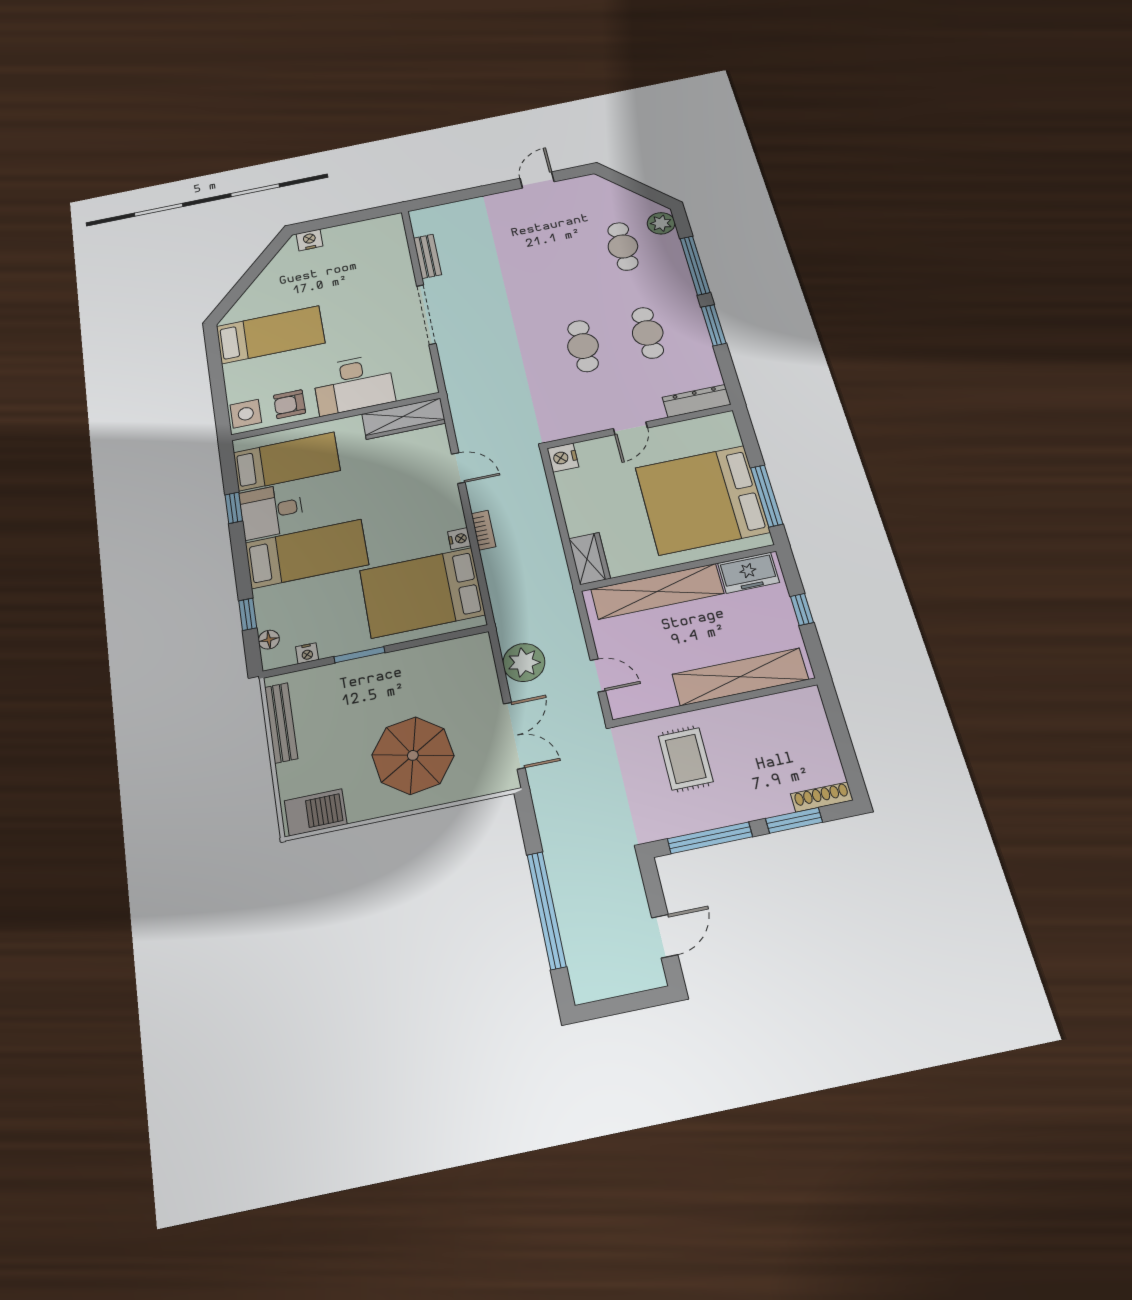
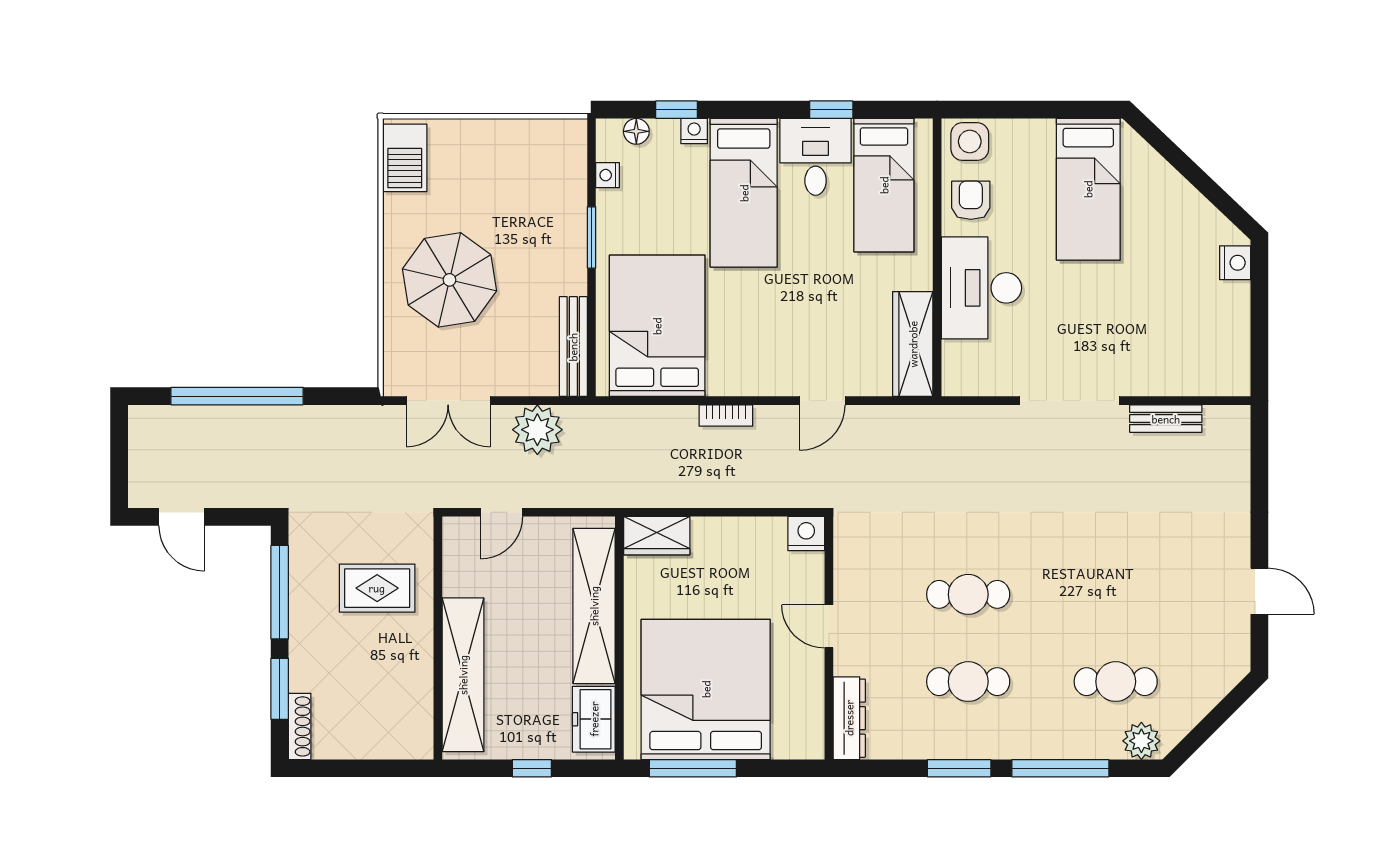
nightstand: (459, 539) -> (694, 131), moved, turned 180
bench: (281, 723) -> (573, 347), moved, turned 90

